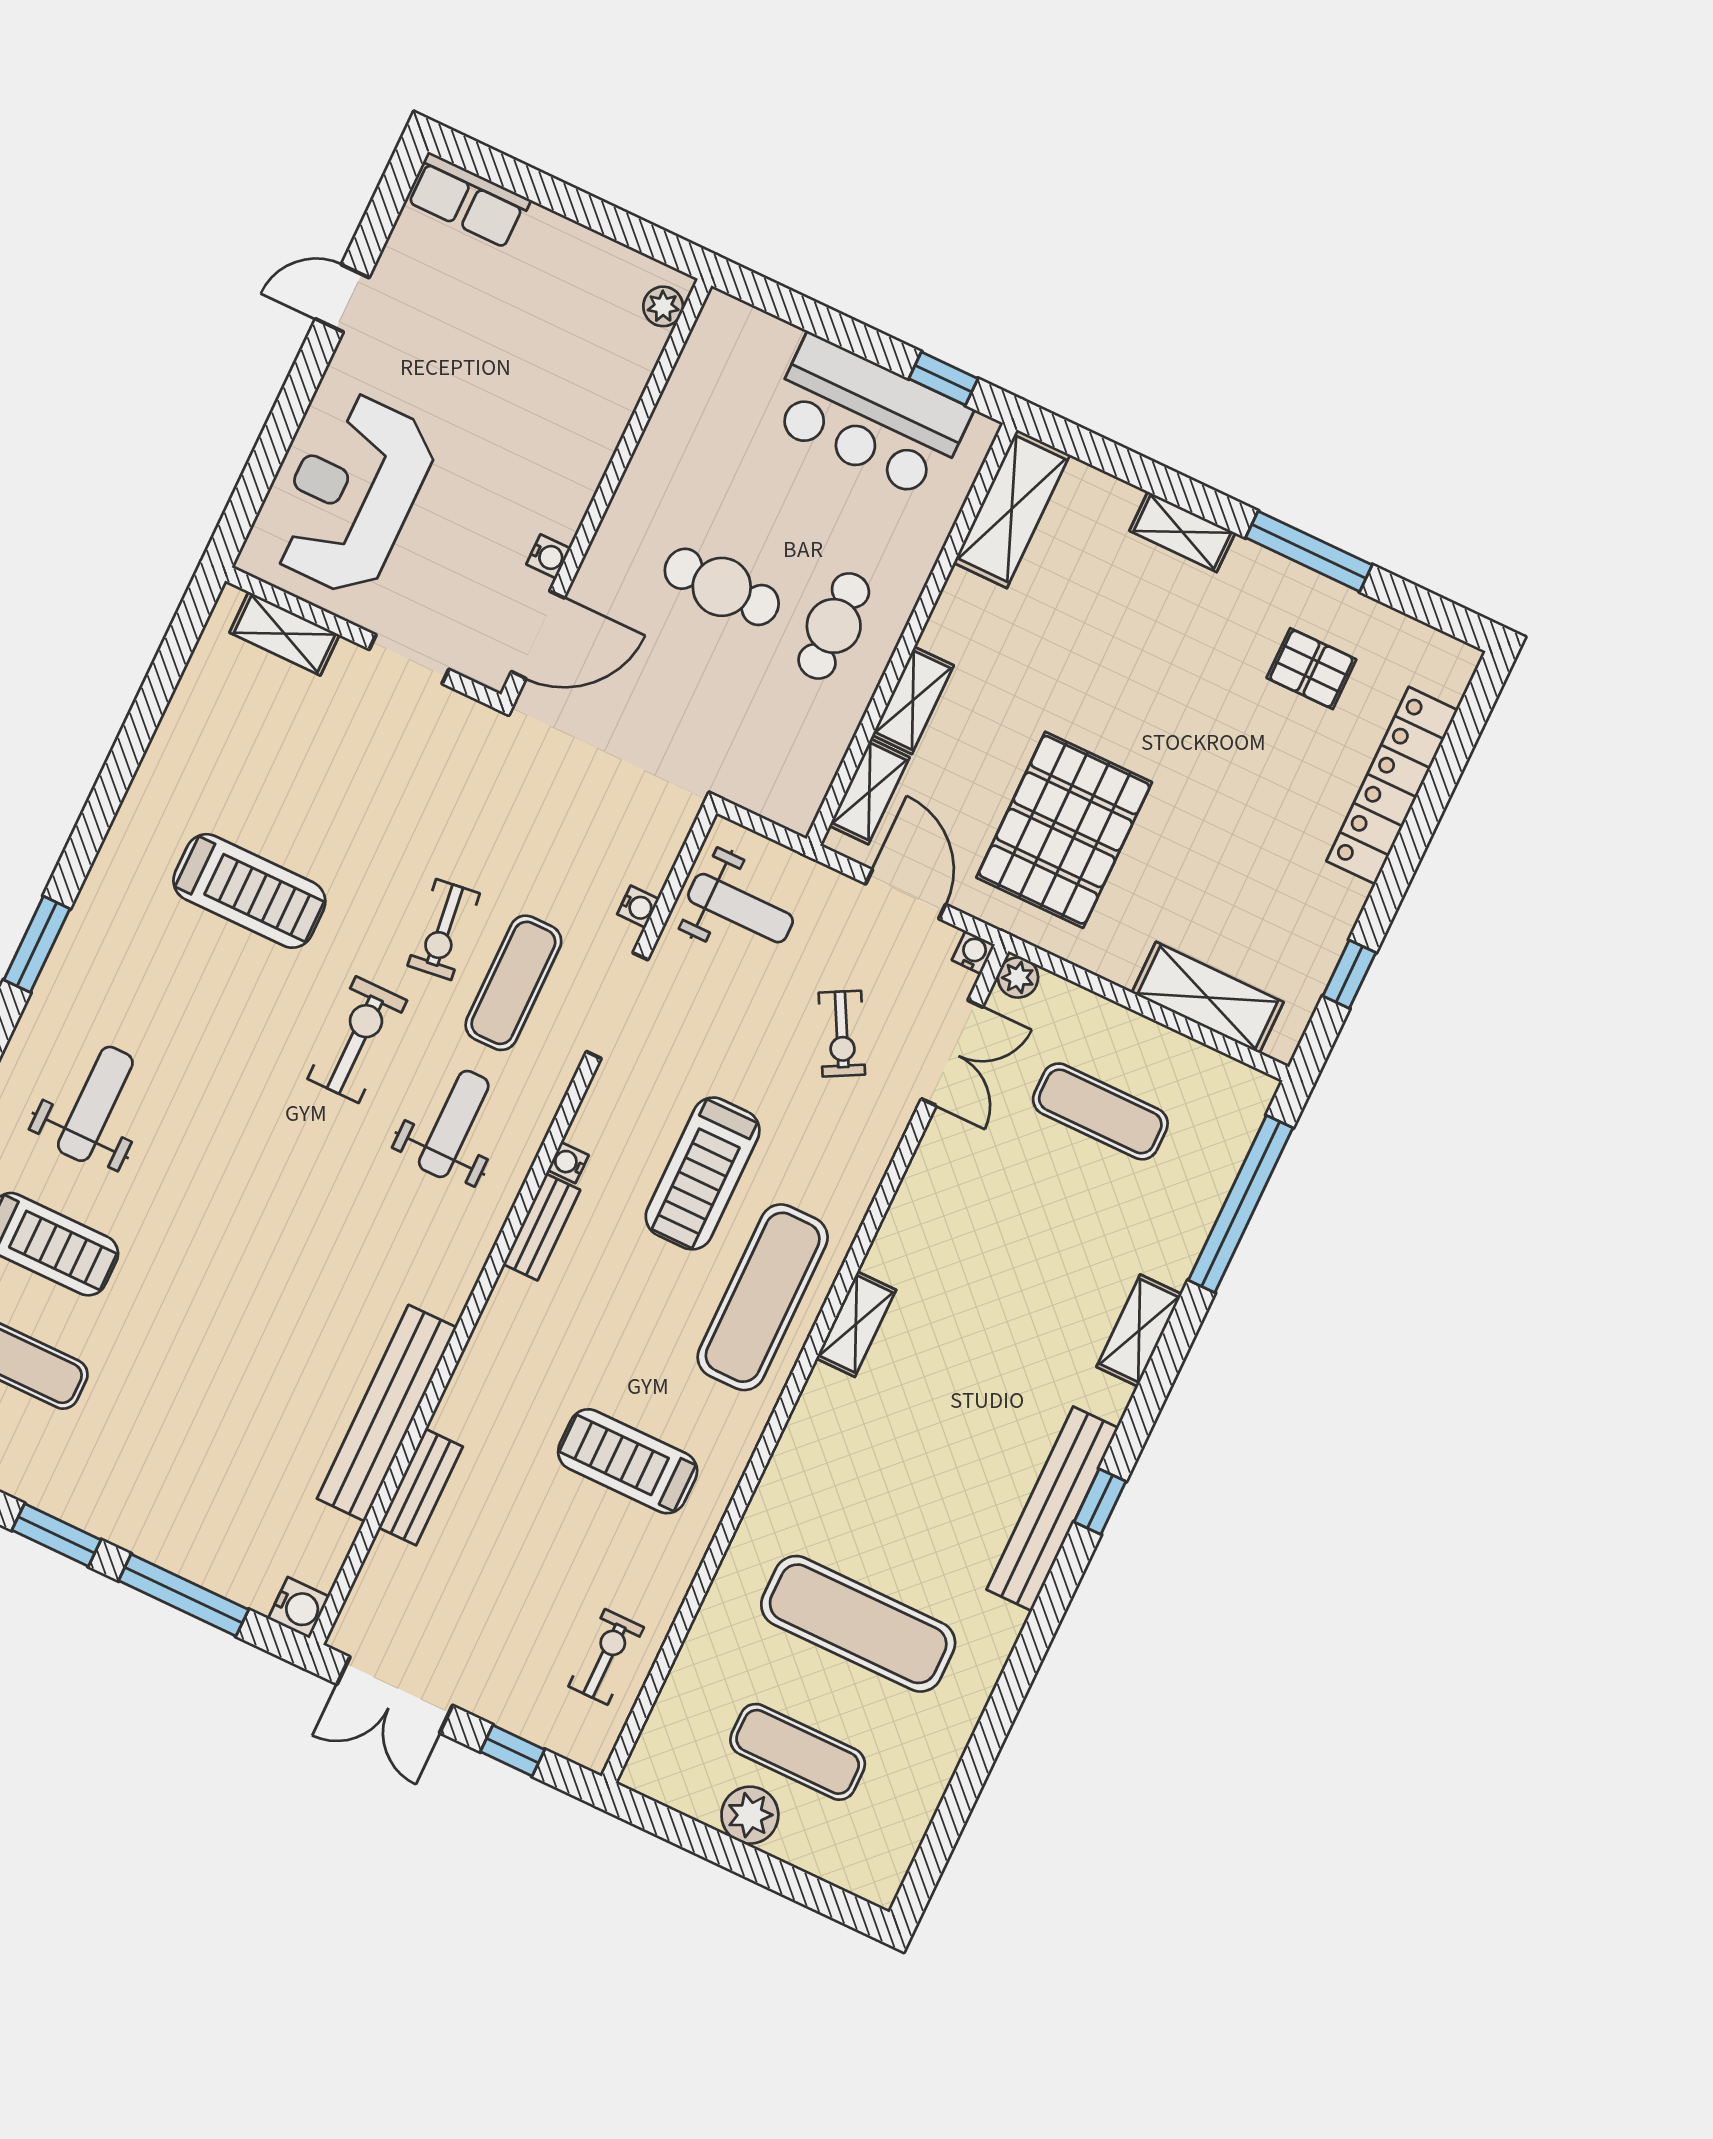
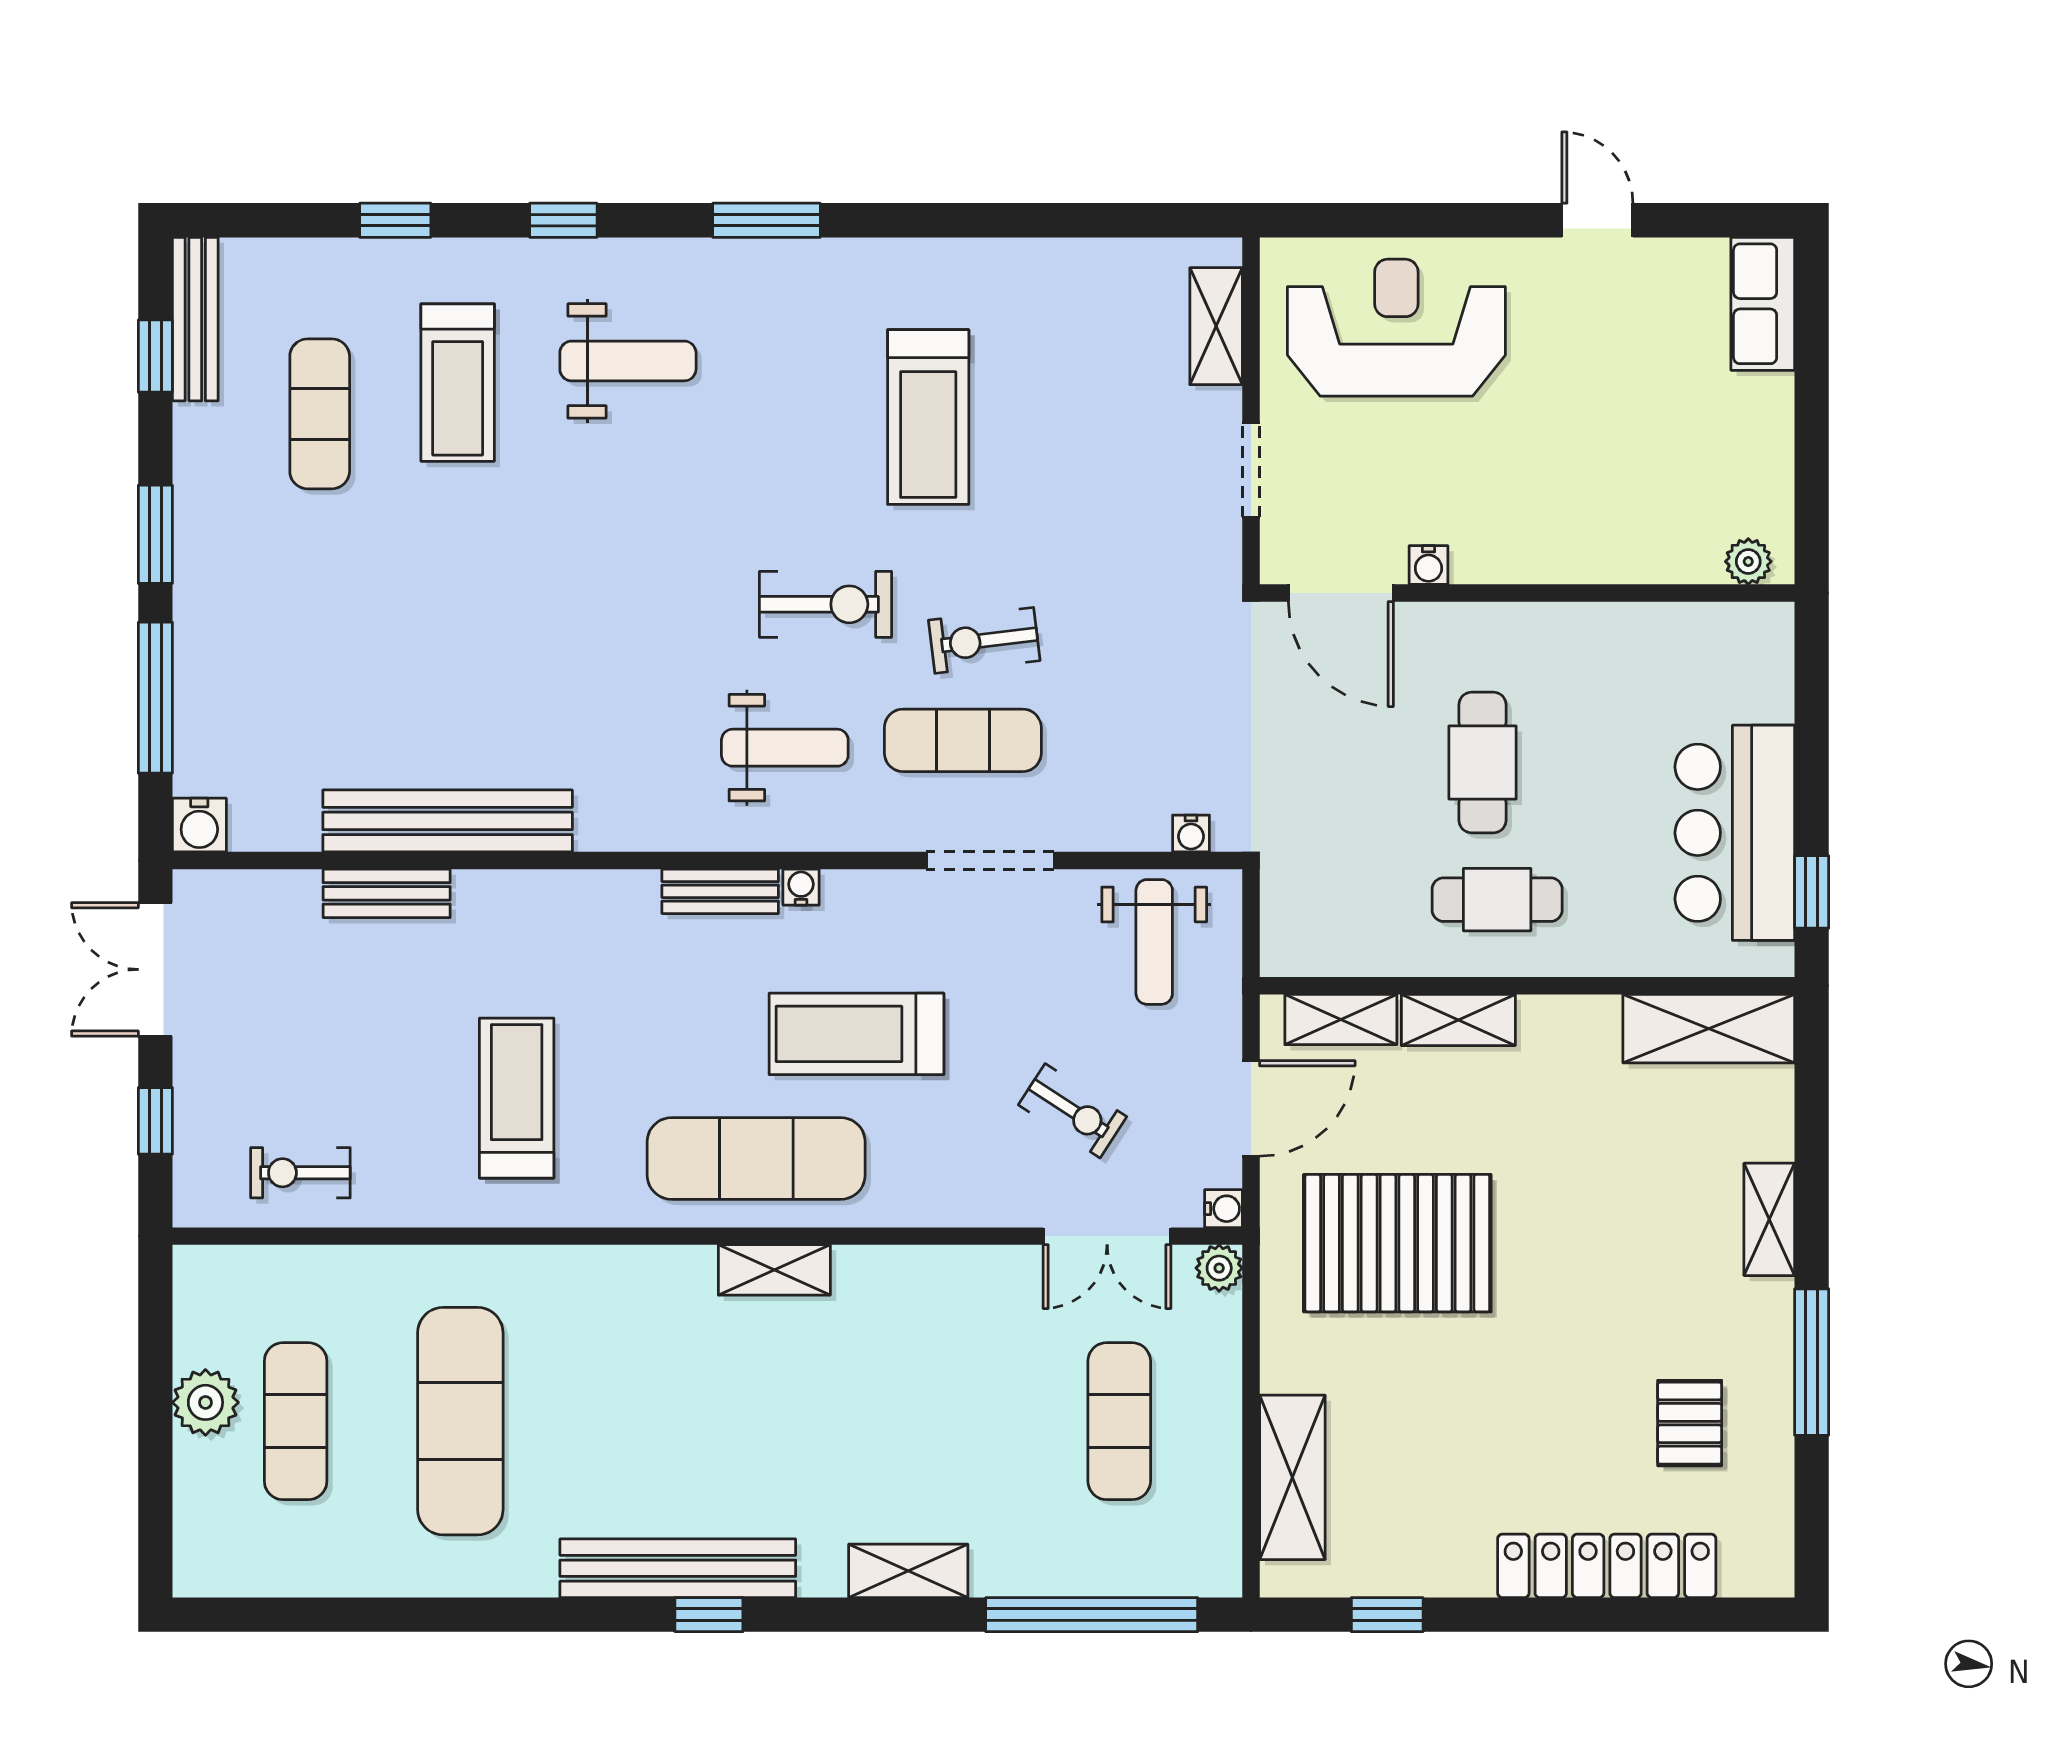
water cooler: (638, 907) -> (1191, 834), moved
exercise bike: (842, 1034) -> (1073, 1111), turned -119
exercise bike: (606, 1657) -> (300, 1173), turned 180

